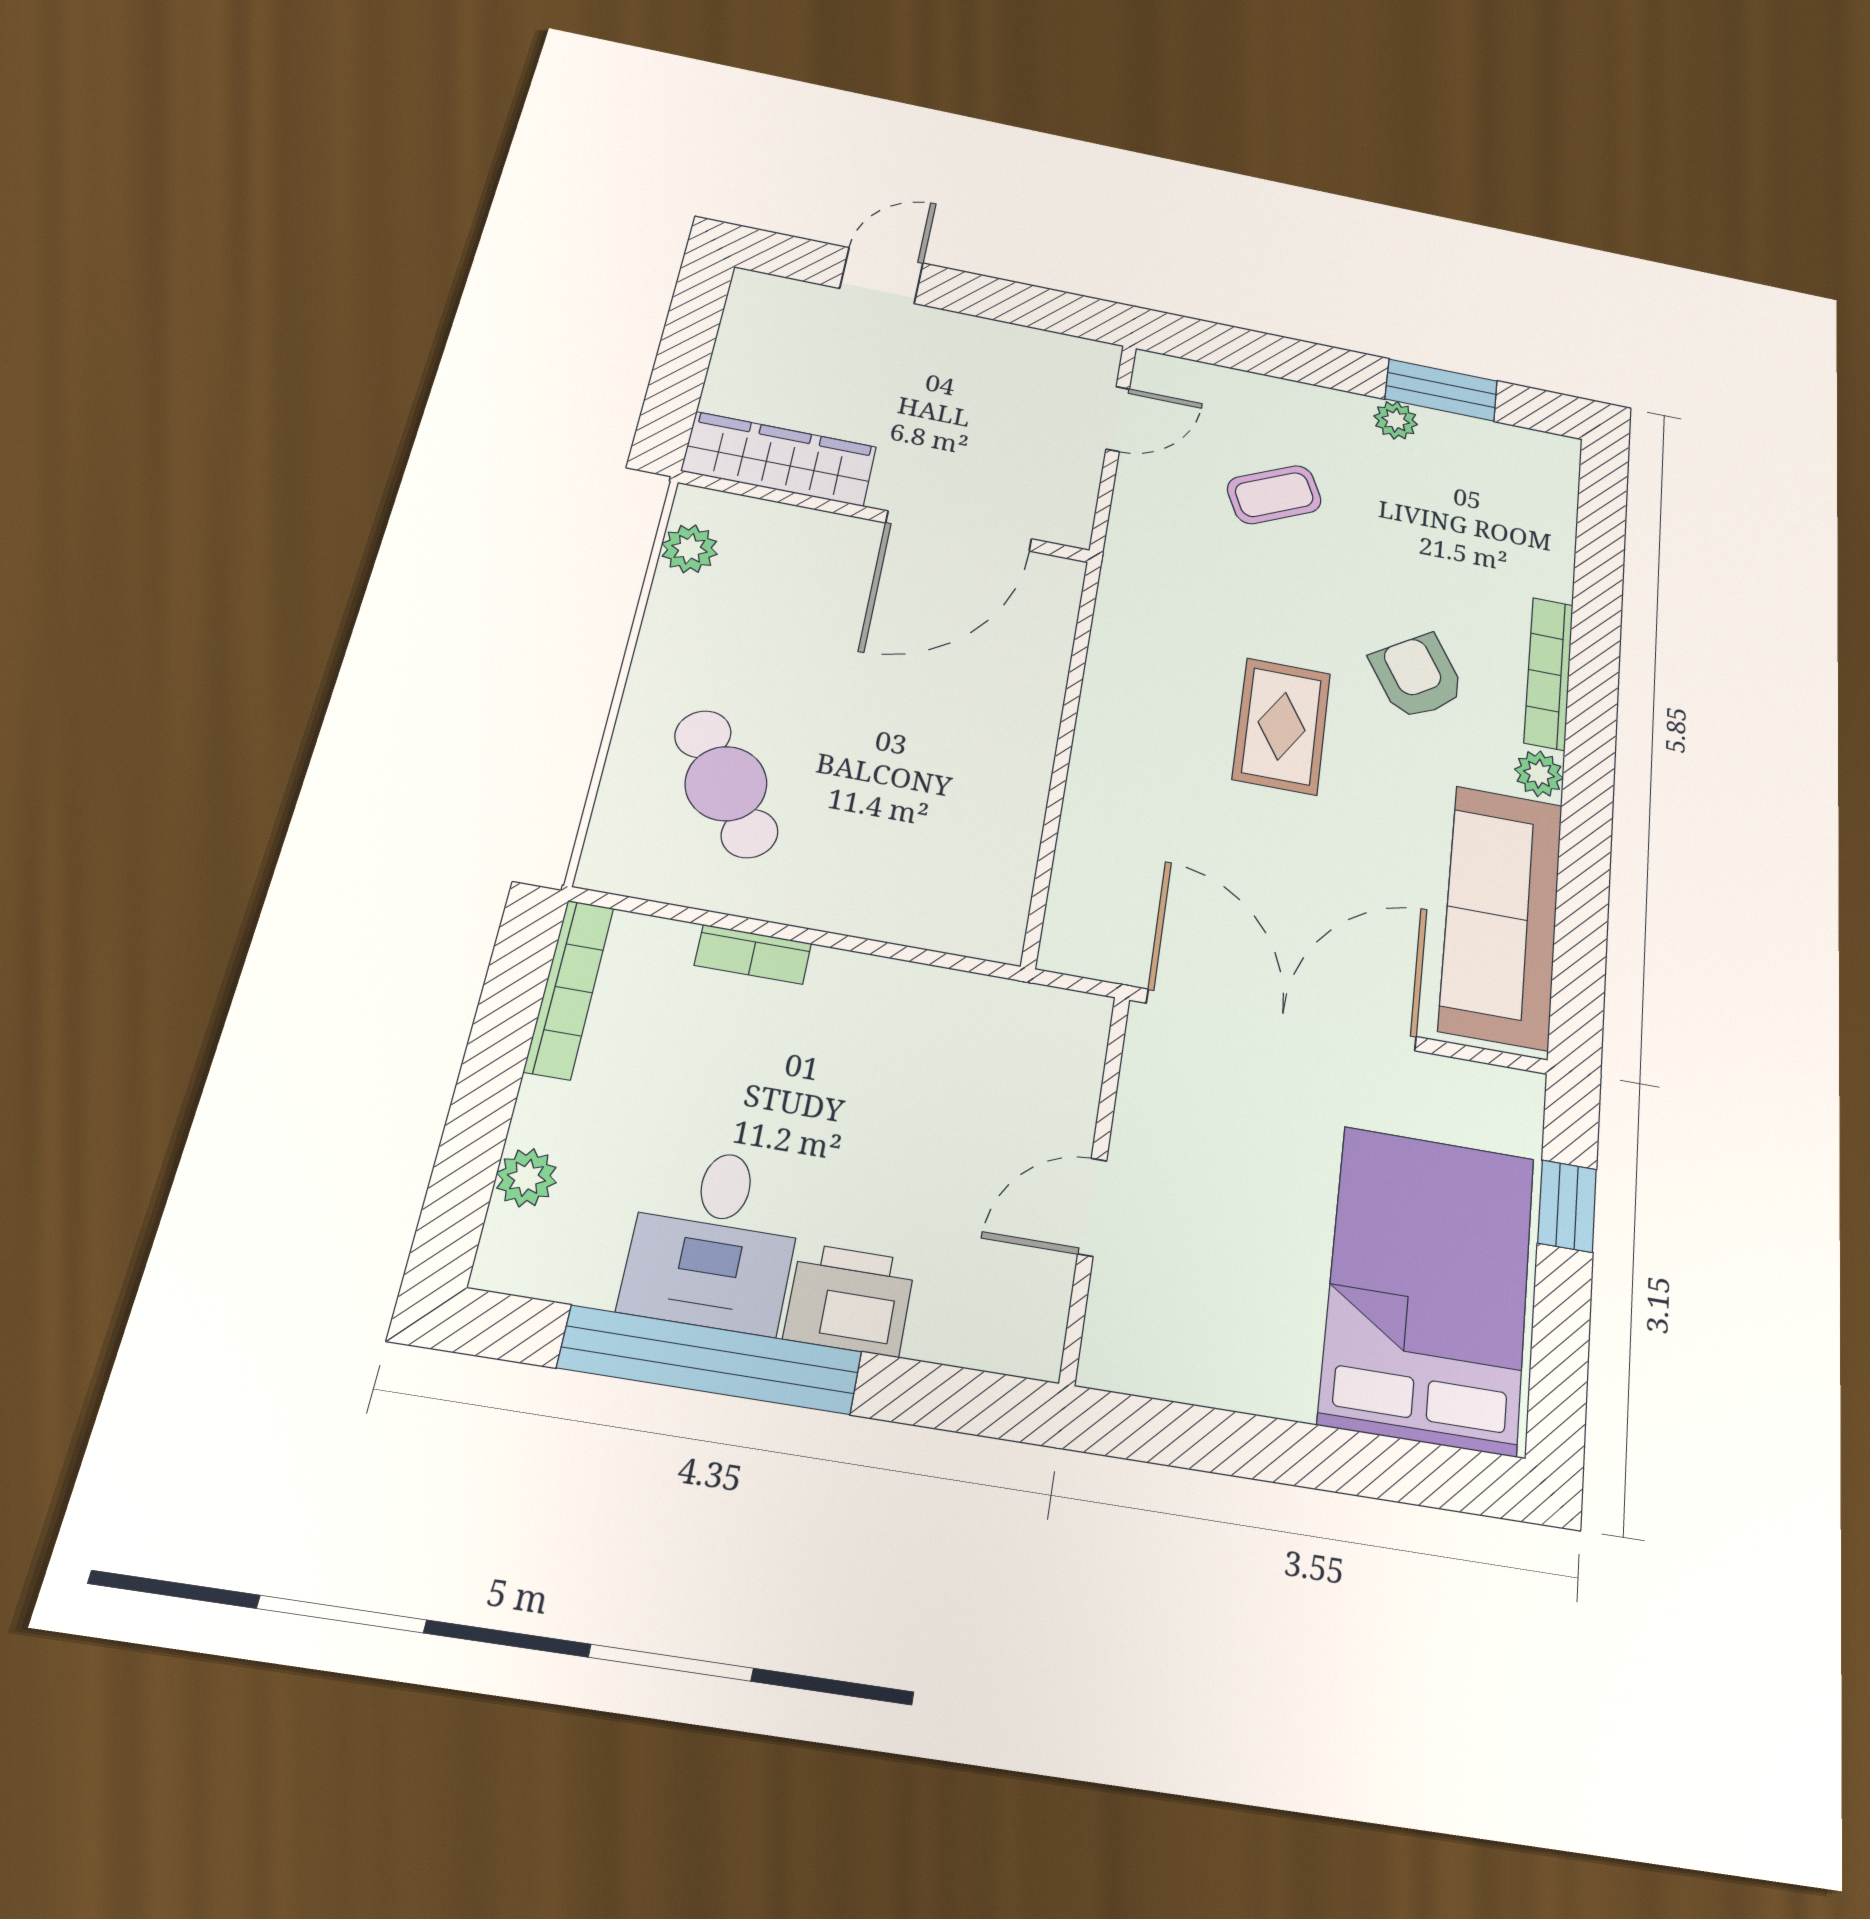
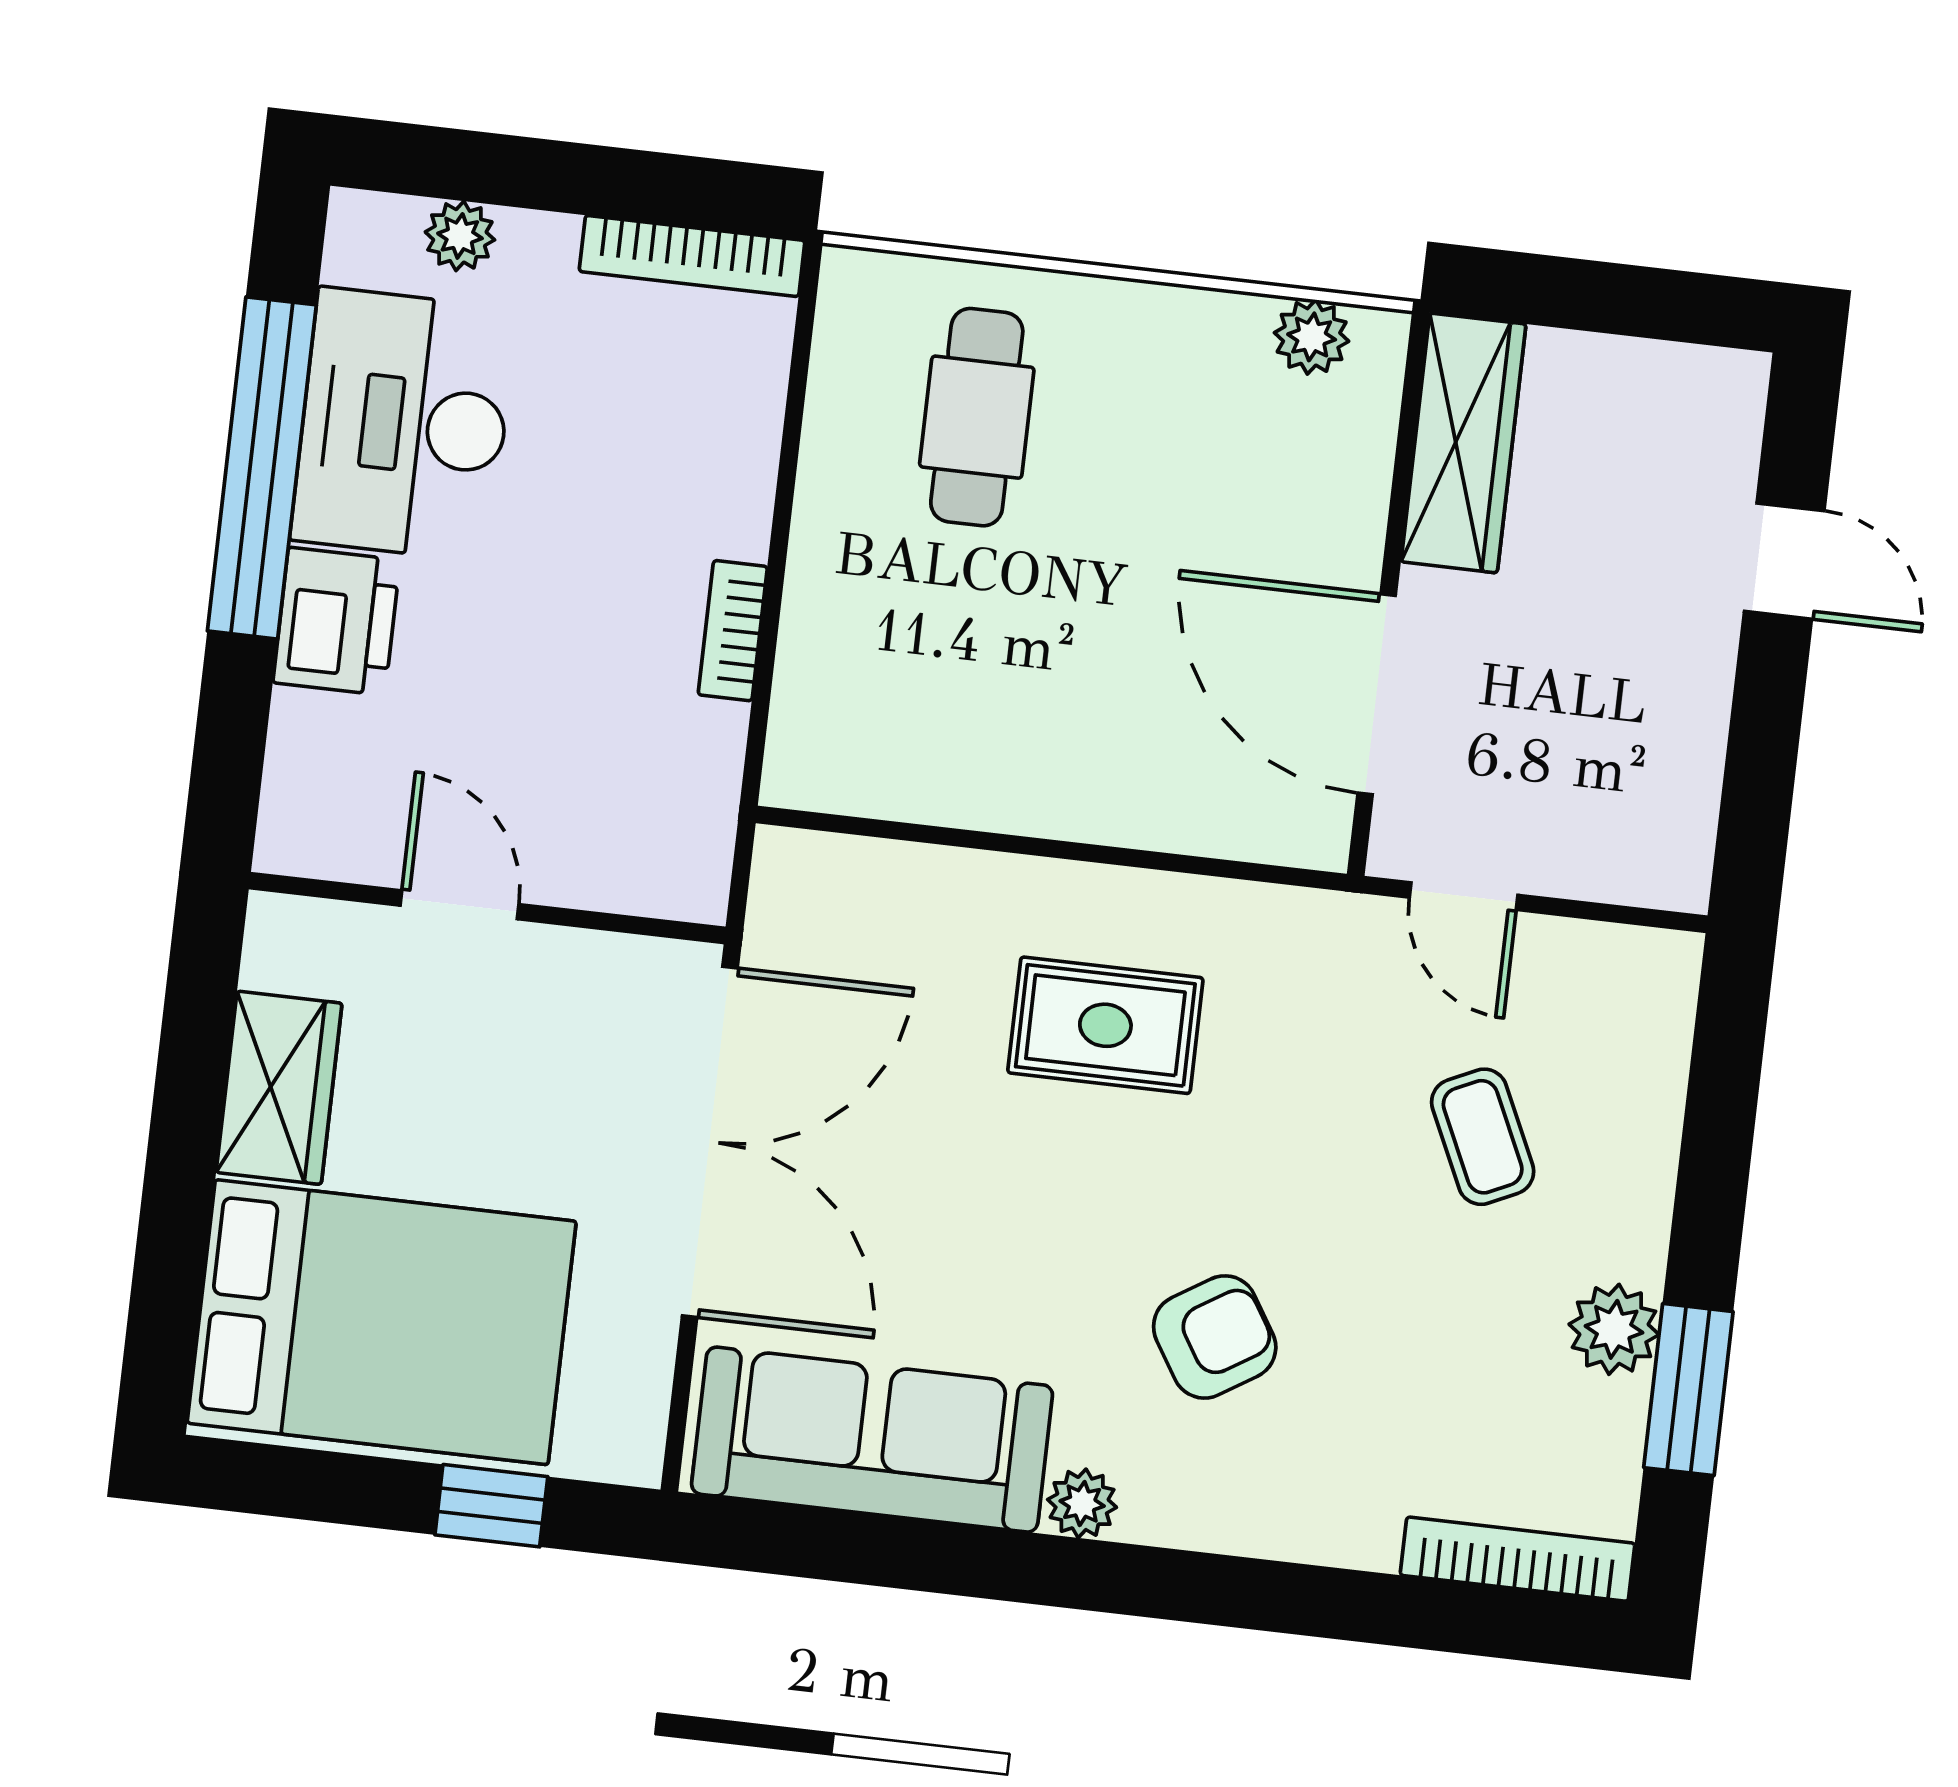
door: (1118, 419) -> (1464, 896), moved
plant: (1396, 420) -> (1614, 1329), width x1.38, depth x1.38
bookcase: (1549, 673) -> (1518, 1559), moved
rug: (1282, 726) -> (1105, 1025), moved
cafe table: (726, 784) -> (977, 417), turned -55
bookcase: (753, 954) -> (733, 631), moved
desk: (714, 1239) -> (404, 424), width x1.37
wardrobe: (1240, 1367) -> (279, 1088), added

